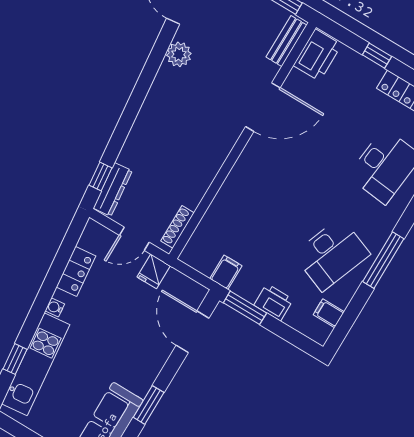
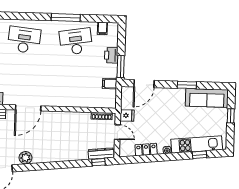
door: (263, 107) -> (28, 108), swing flipped
desk: (332, 254) -> (76, 42), turned -30

